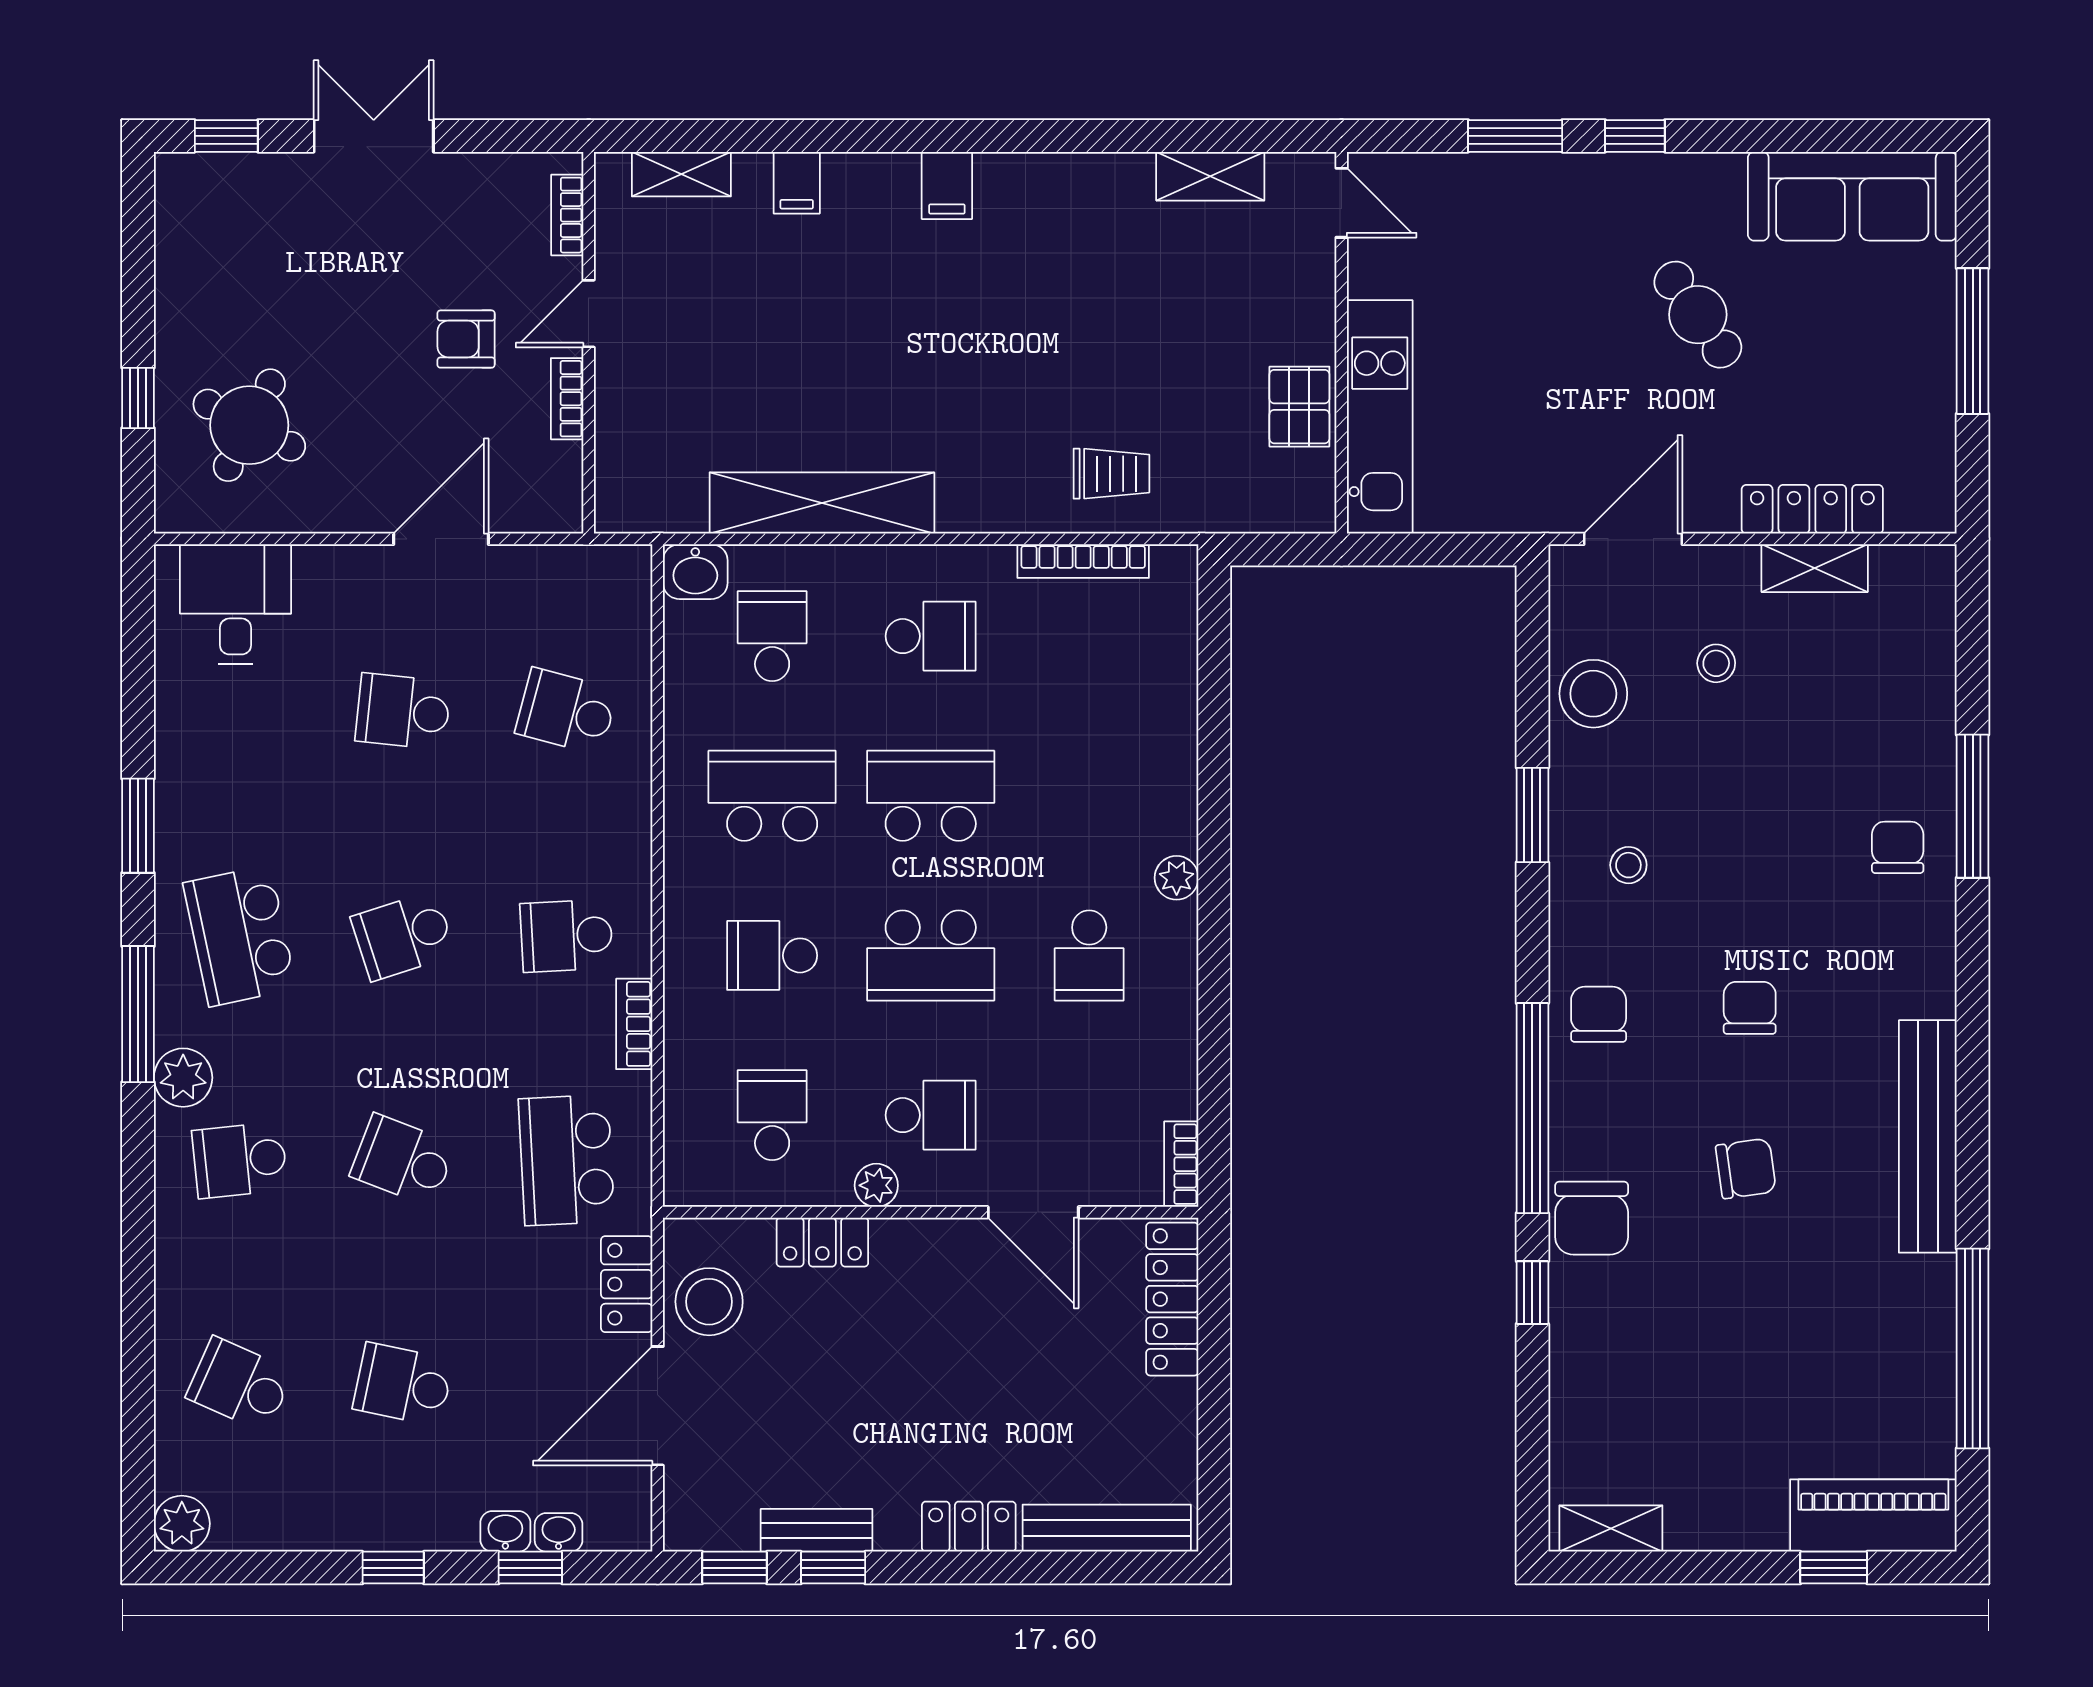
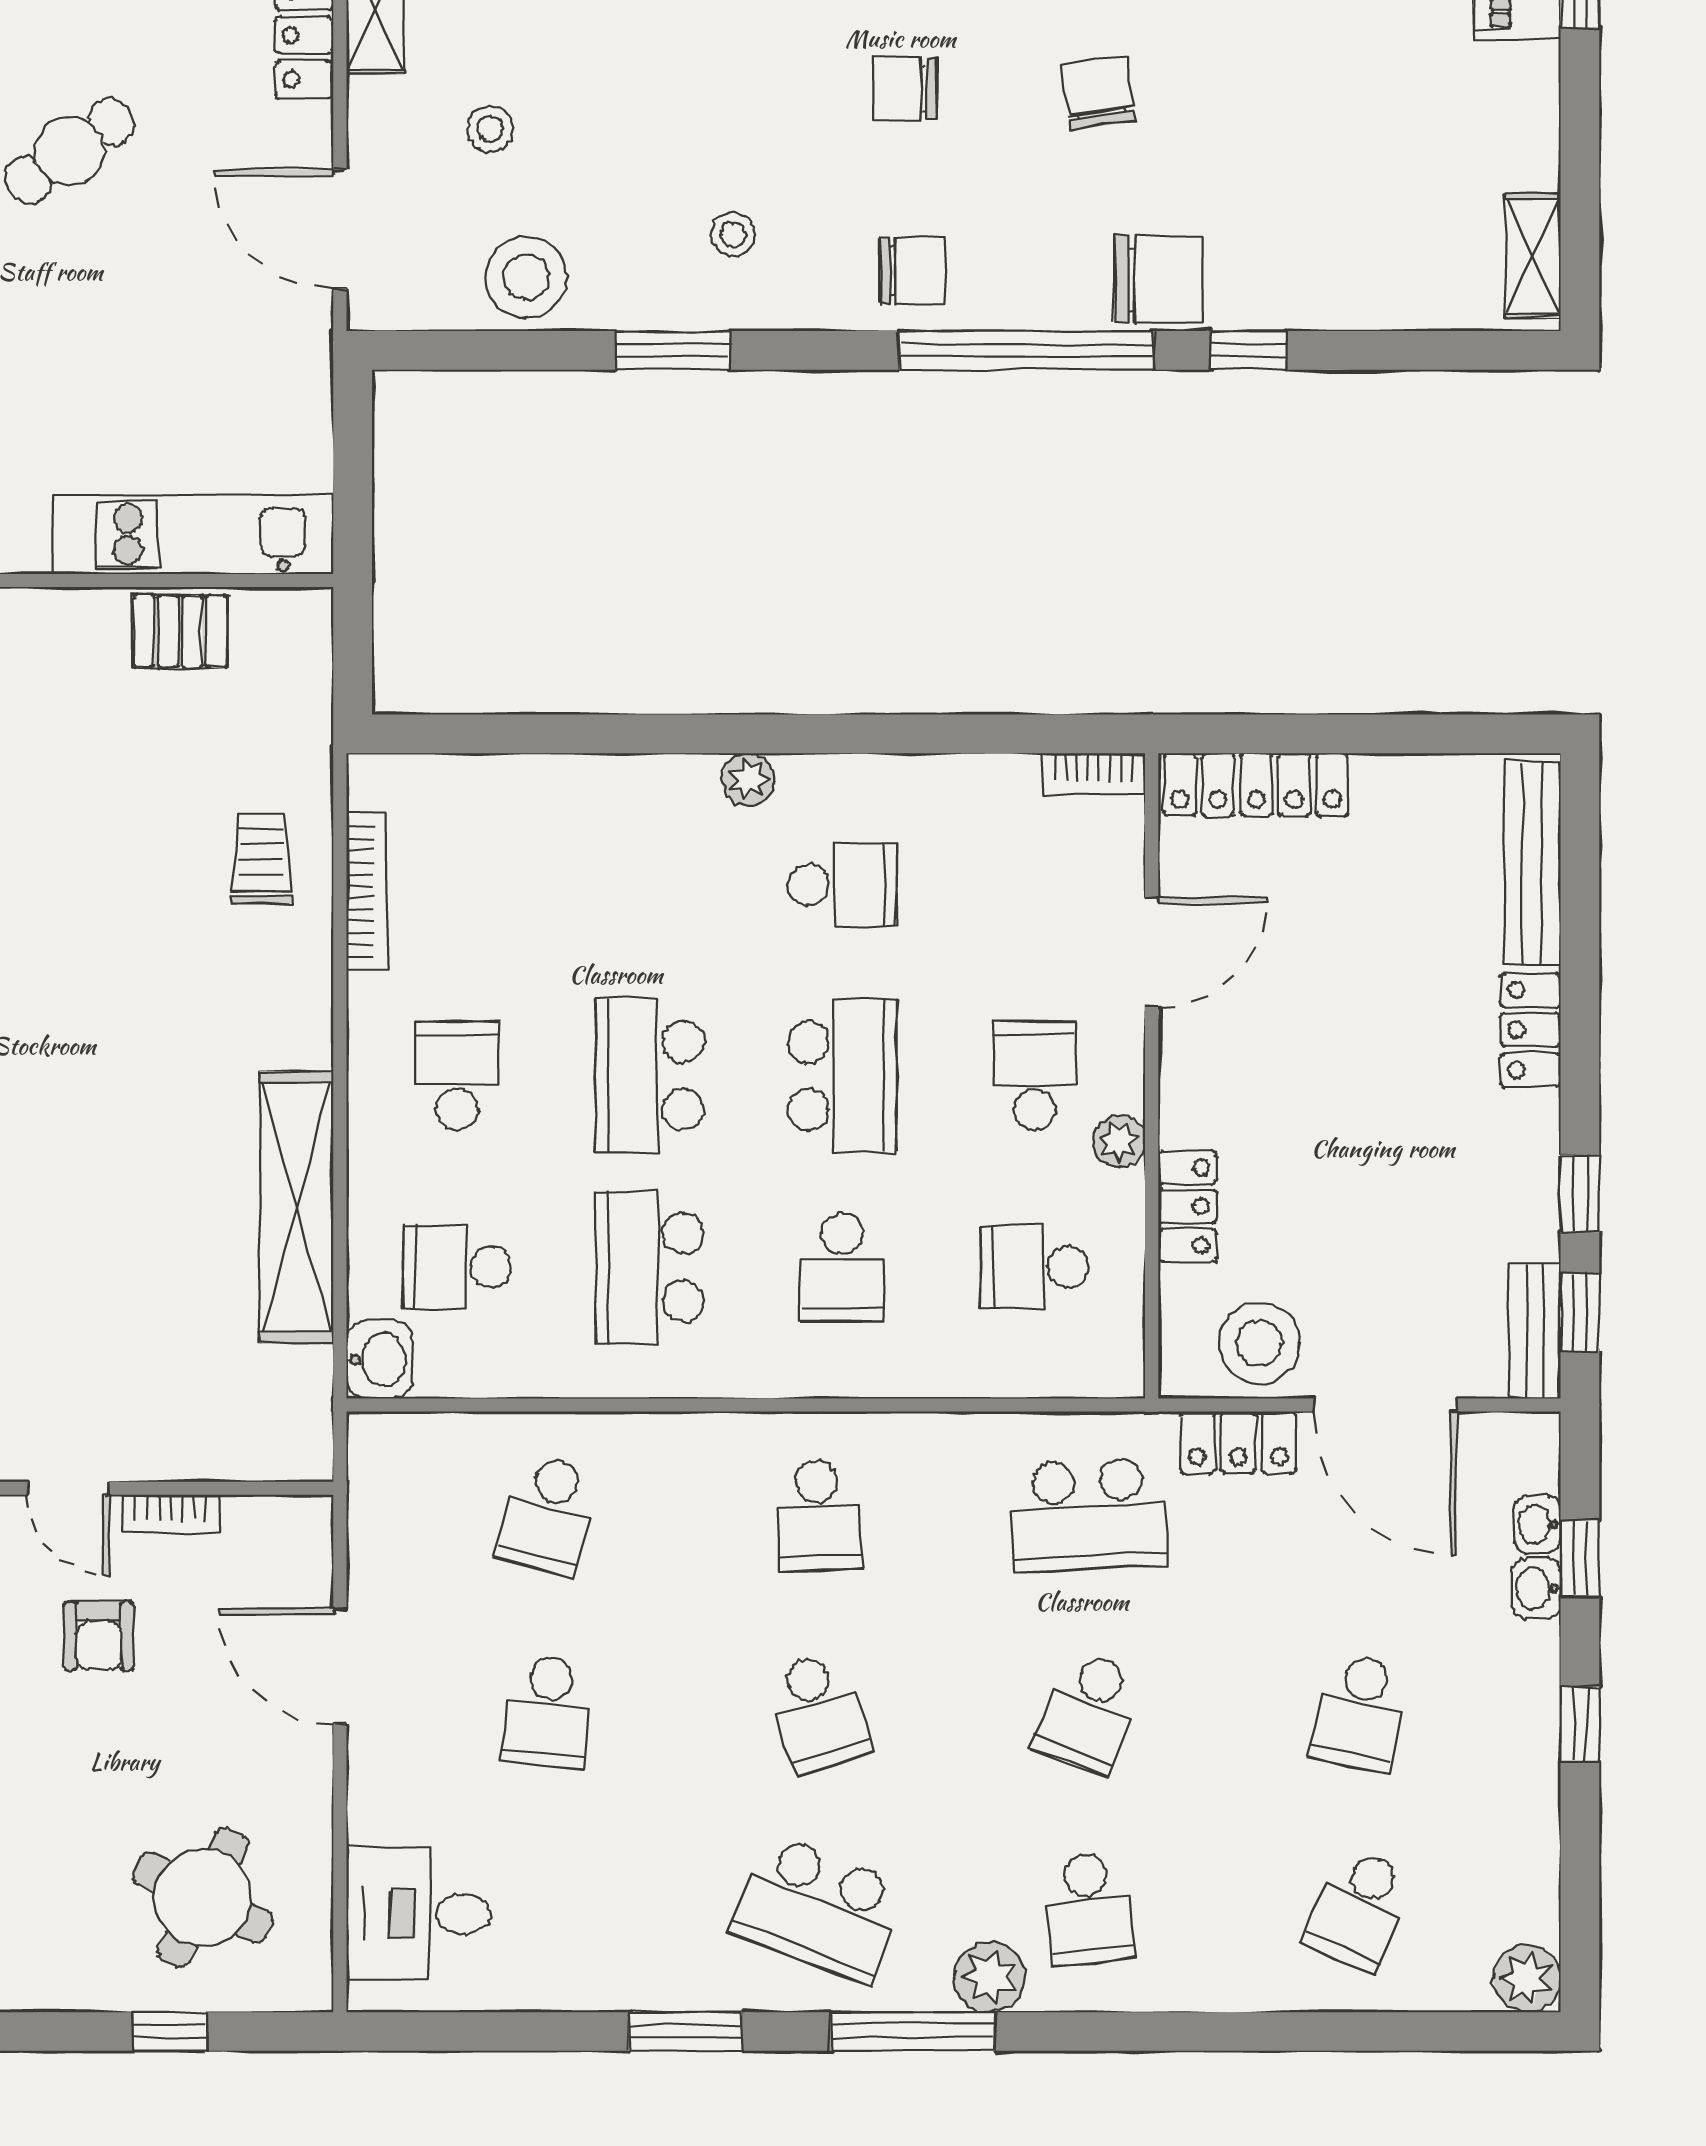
school desk: (240, 936) -> (818, 1909), turned 33
chair: (1599, 1014) -> (913, 271), turned 180
bookcase: (634, 1024) -> (925, 1433), removed
bench: (817, 1530) -> (1535, 1331), moved

